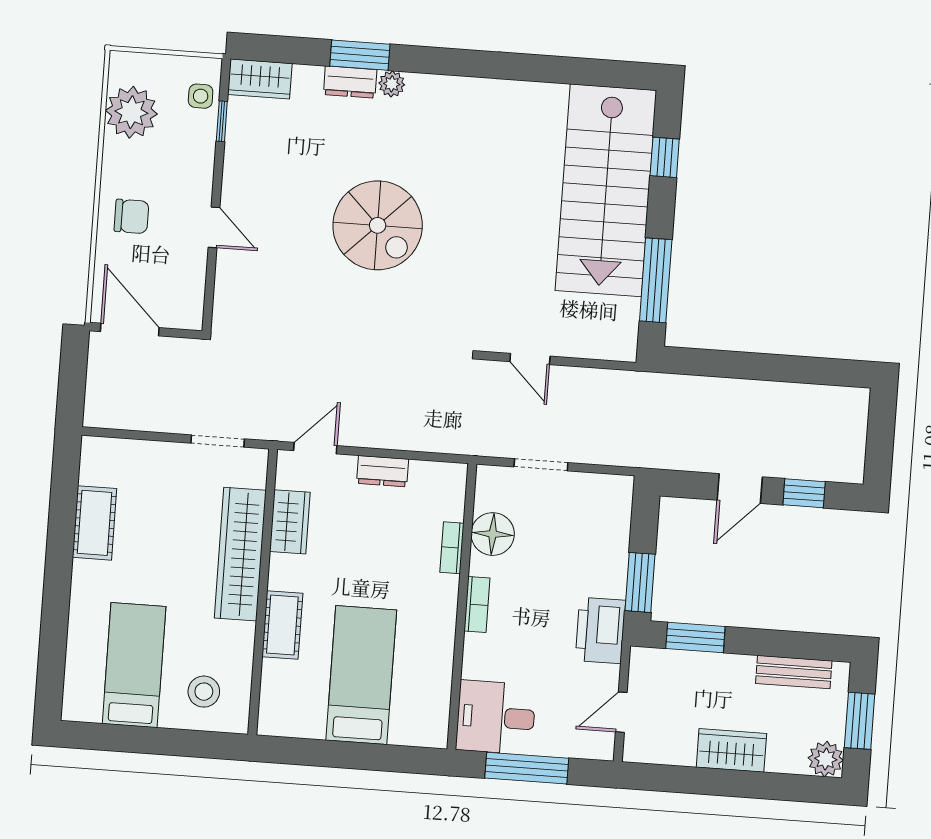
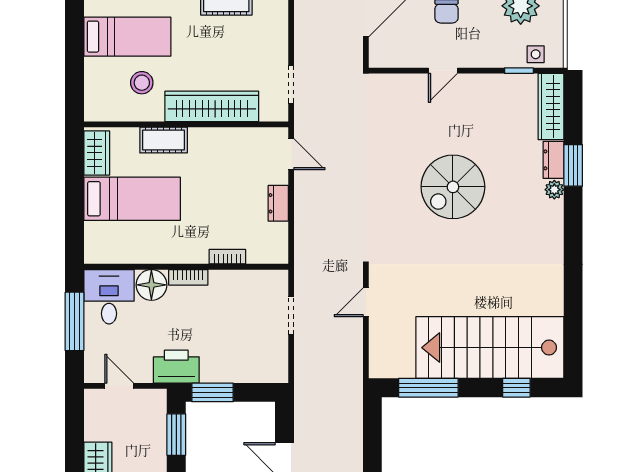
wardrobe: (260, 79) -> (551, 107), width x1.50
wardrobe: (290, 522) -> (97, 153), moved, turned -90
floor lamp: (493, 534) -> (151, 285), moved
stool: (204, 692) -> (142, 83), moved

